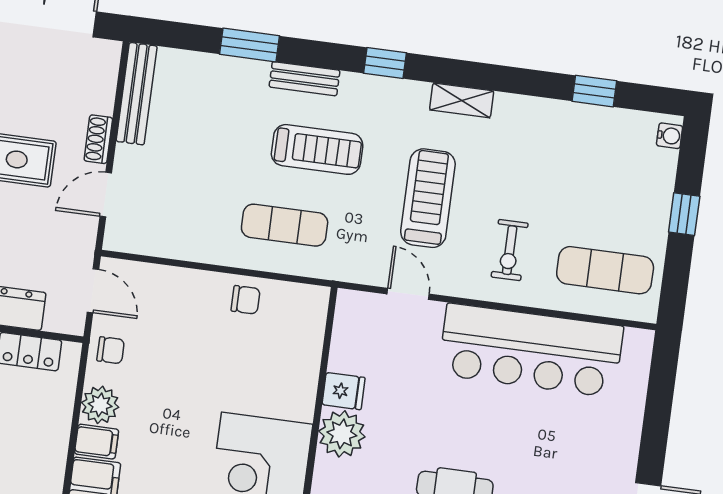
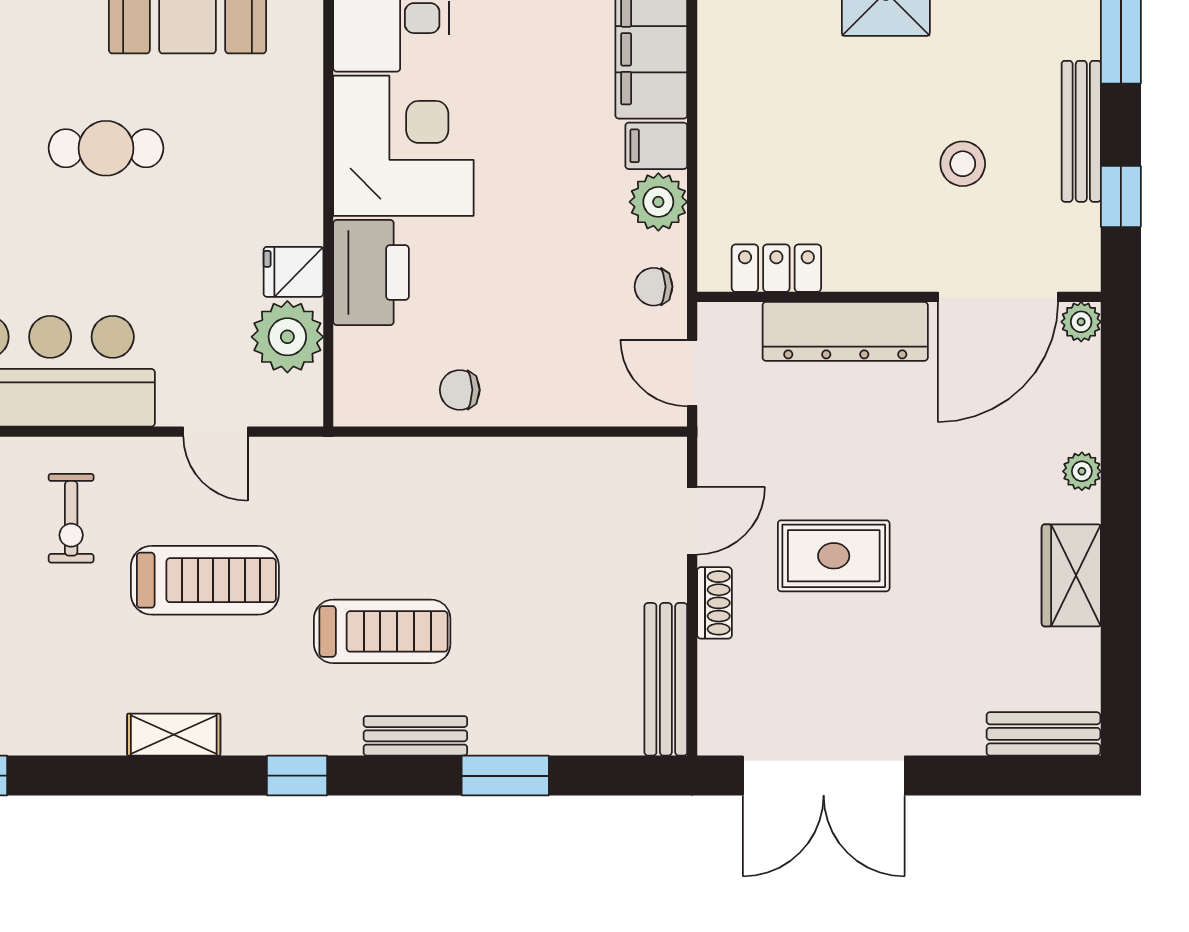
treadmill: (317, 149) -> (382, 631), turned 180
treadmill: (428, 198) -> (205, 580), turned -90
exercise mat: (285, 225) -> (416, 511), removed
exercise bike: (510, 250) -> (71, 518), turned 180
printer: (293, 384) -> (371, 273), added
plant: (342, 434) -> (287, 337), moved

